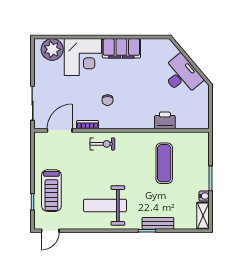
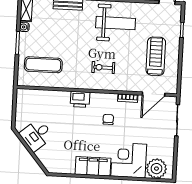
desk: (182, 75) -> (36, 135), width x0.73
printer: (165, 120) -> (80, 99), moved
exercise bike: (102, 144) -> (103, 67), moved
exercise mat: (164, 163) -> (43, 65), moved, turned 90
treadmill: (51, 191) -> (156, 56), moved

